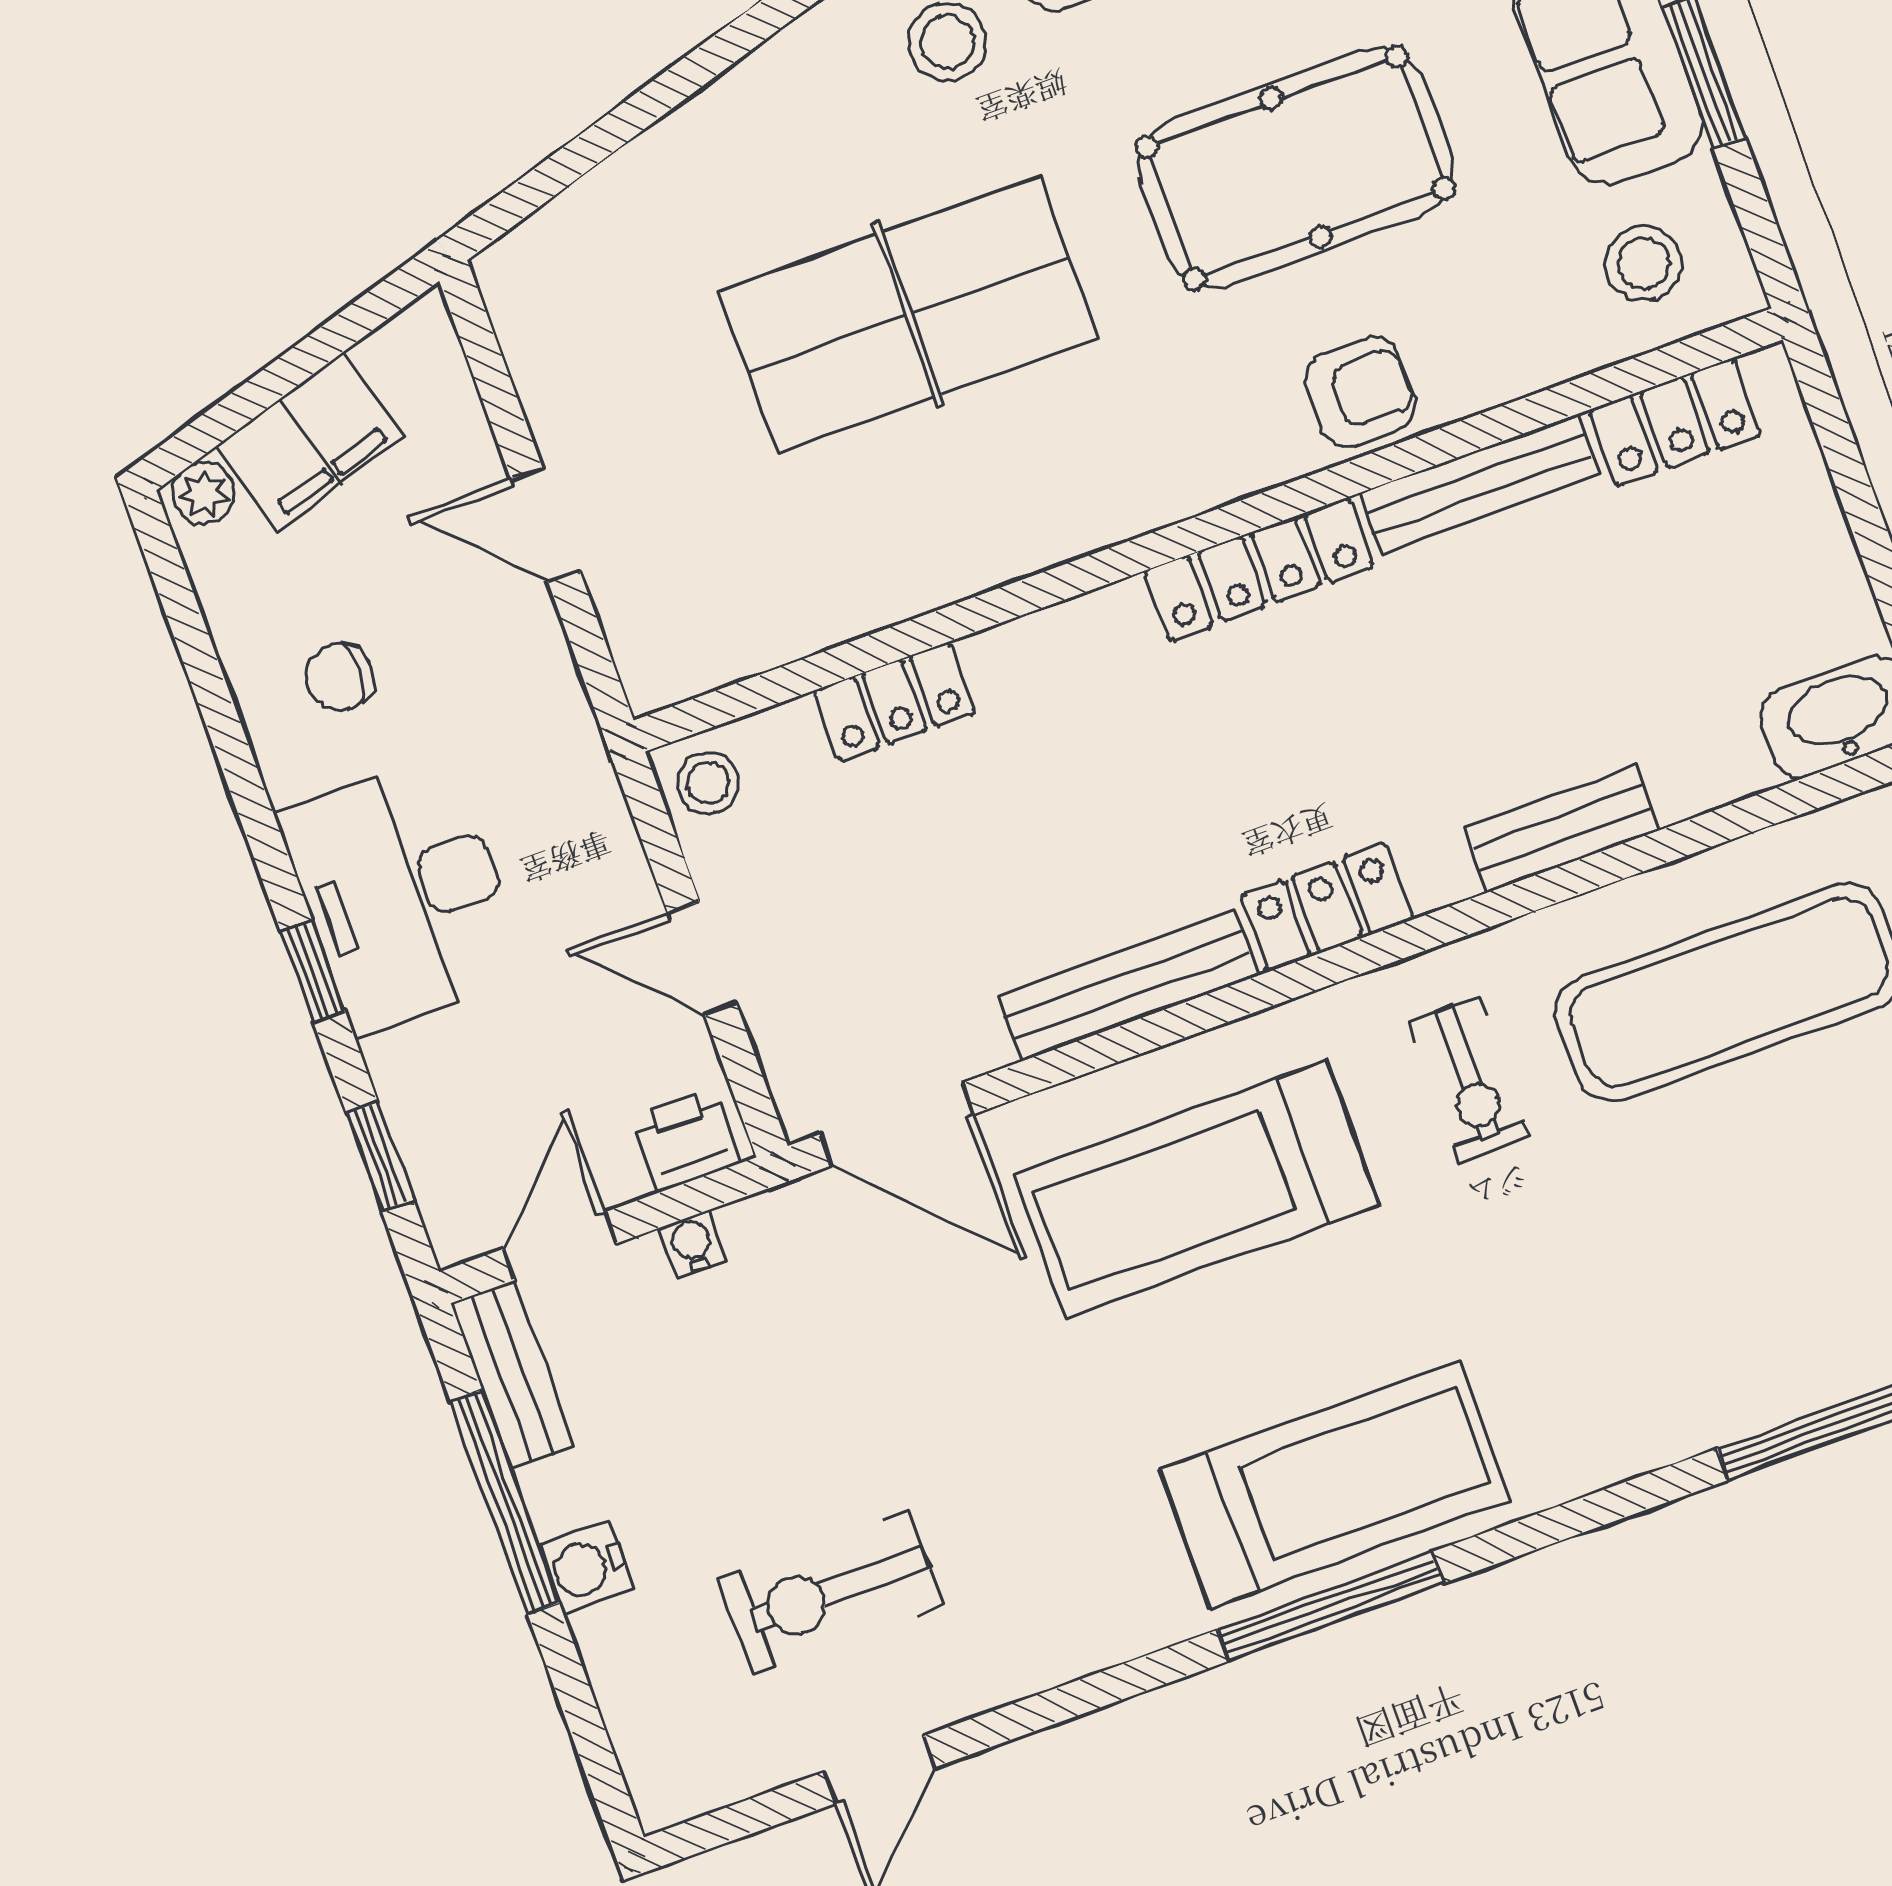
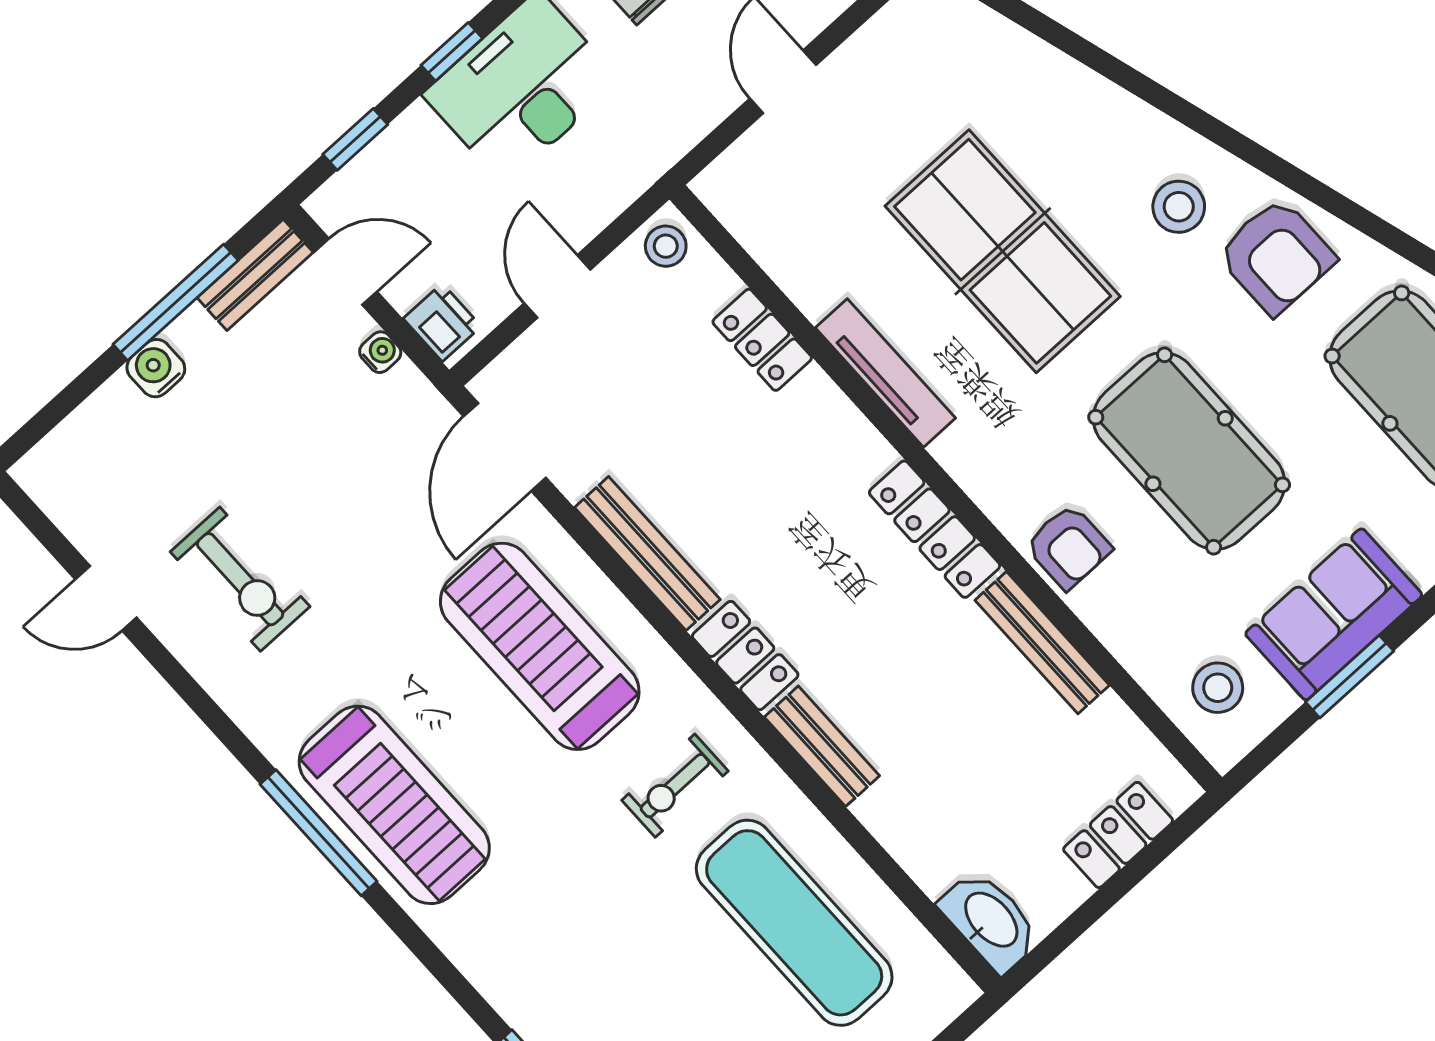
locker: (1675, 422) -> (1118, 835), moved, turned 90
tv unit: (1012, 548) -> (885, 373), added
bench: (1562, 829) -> (822, 746), moved
exercise bike: (830, 1592) -> (240, 579), moved, turned 180

